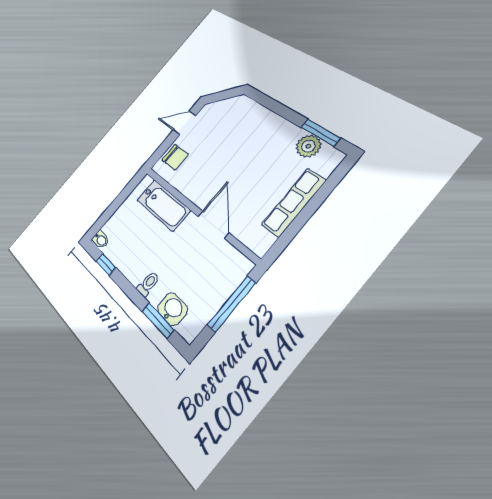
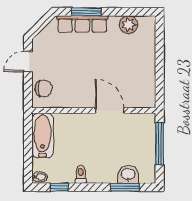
window: (321, 133) -> (86, 12), moved
row of seats: (294, 202) -> (82, 24), moved, turned -90
bathtub: (163, 205) -> (43, 136), moved, turned -90
toilet: (148, 284) -> (81, 174), moved

